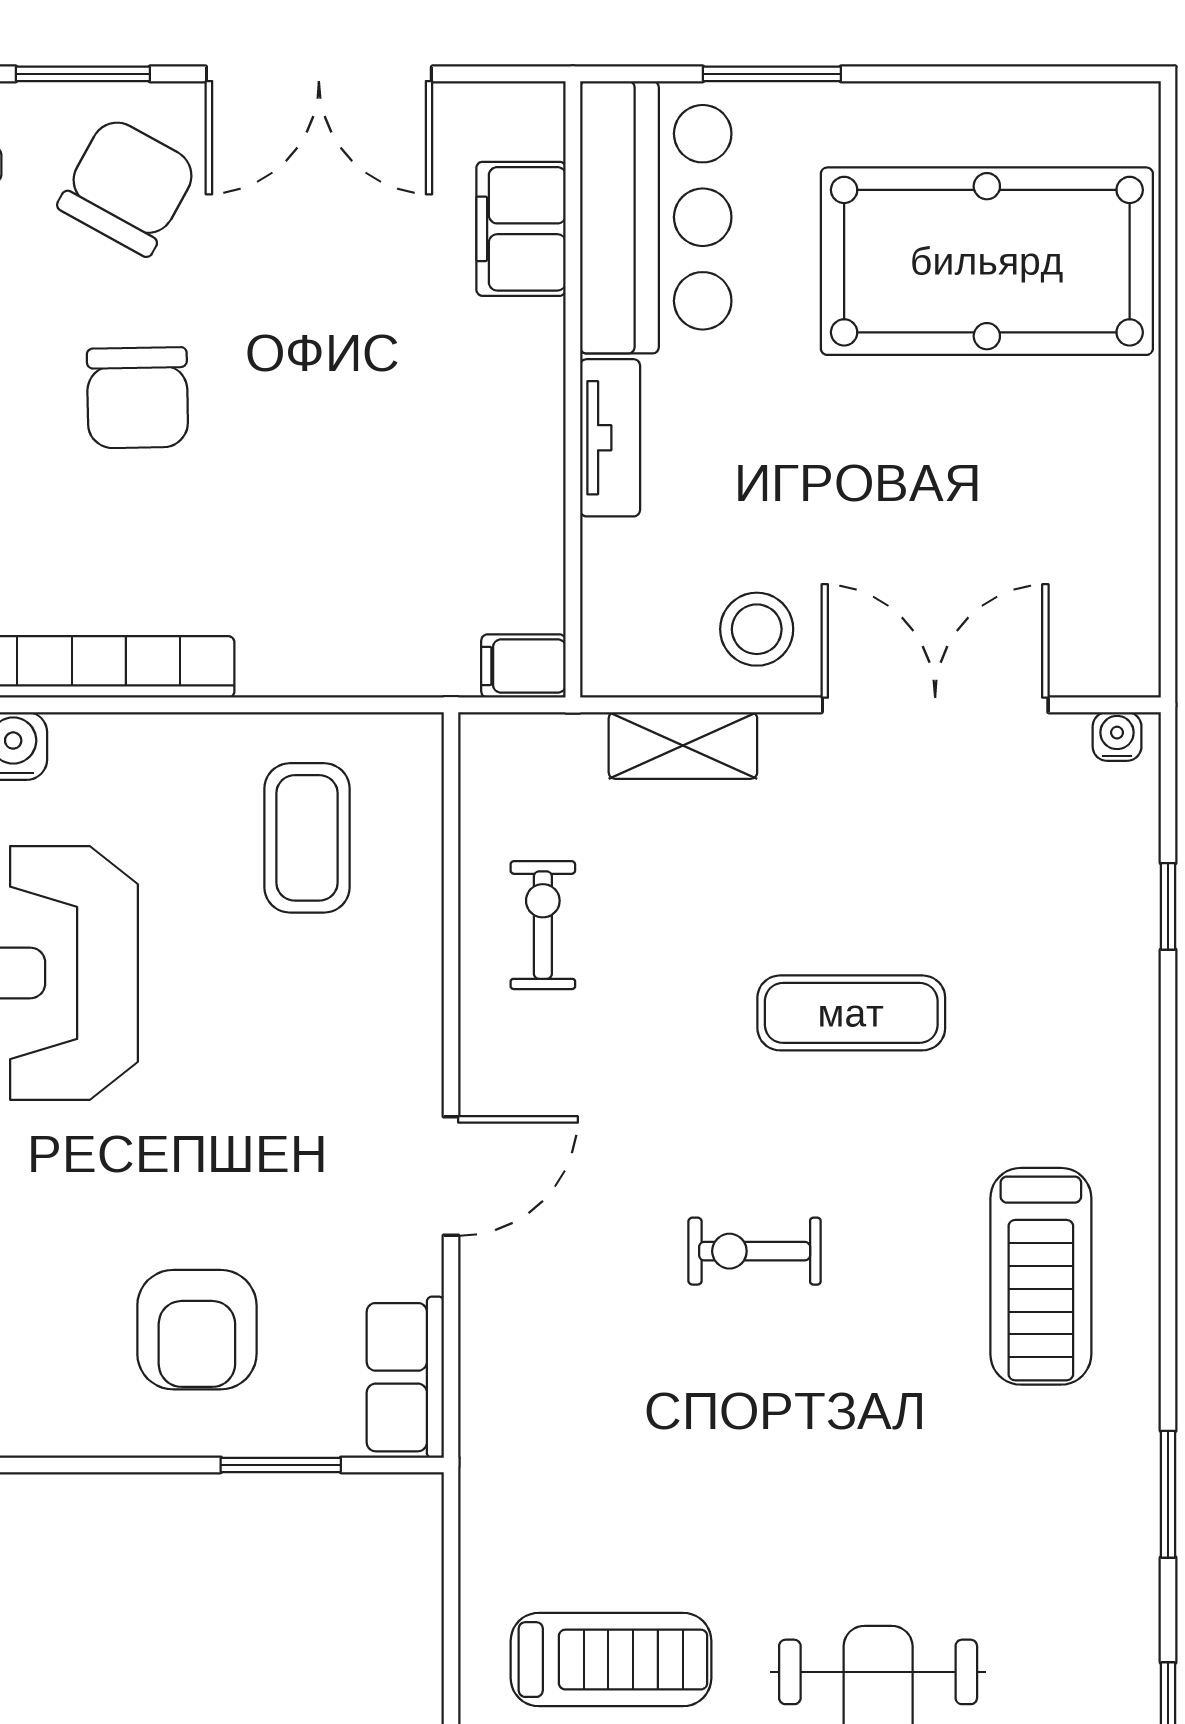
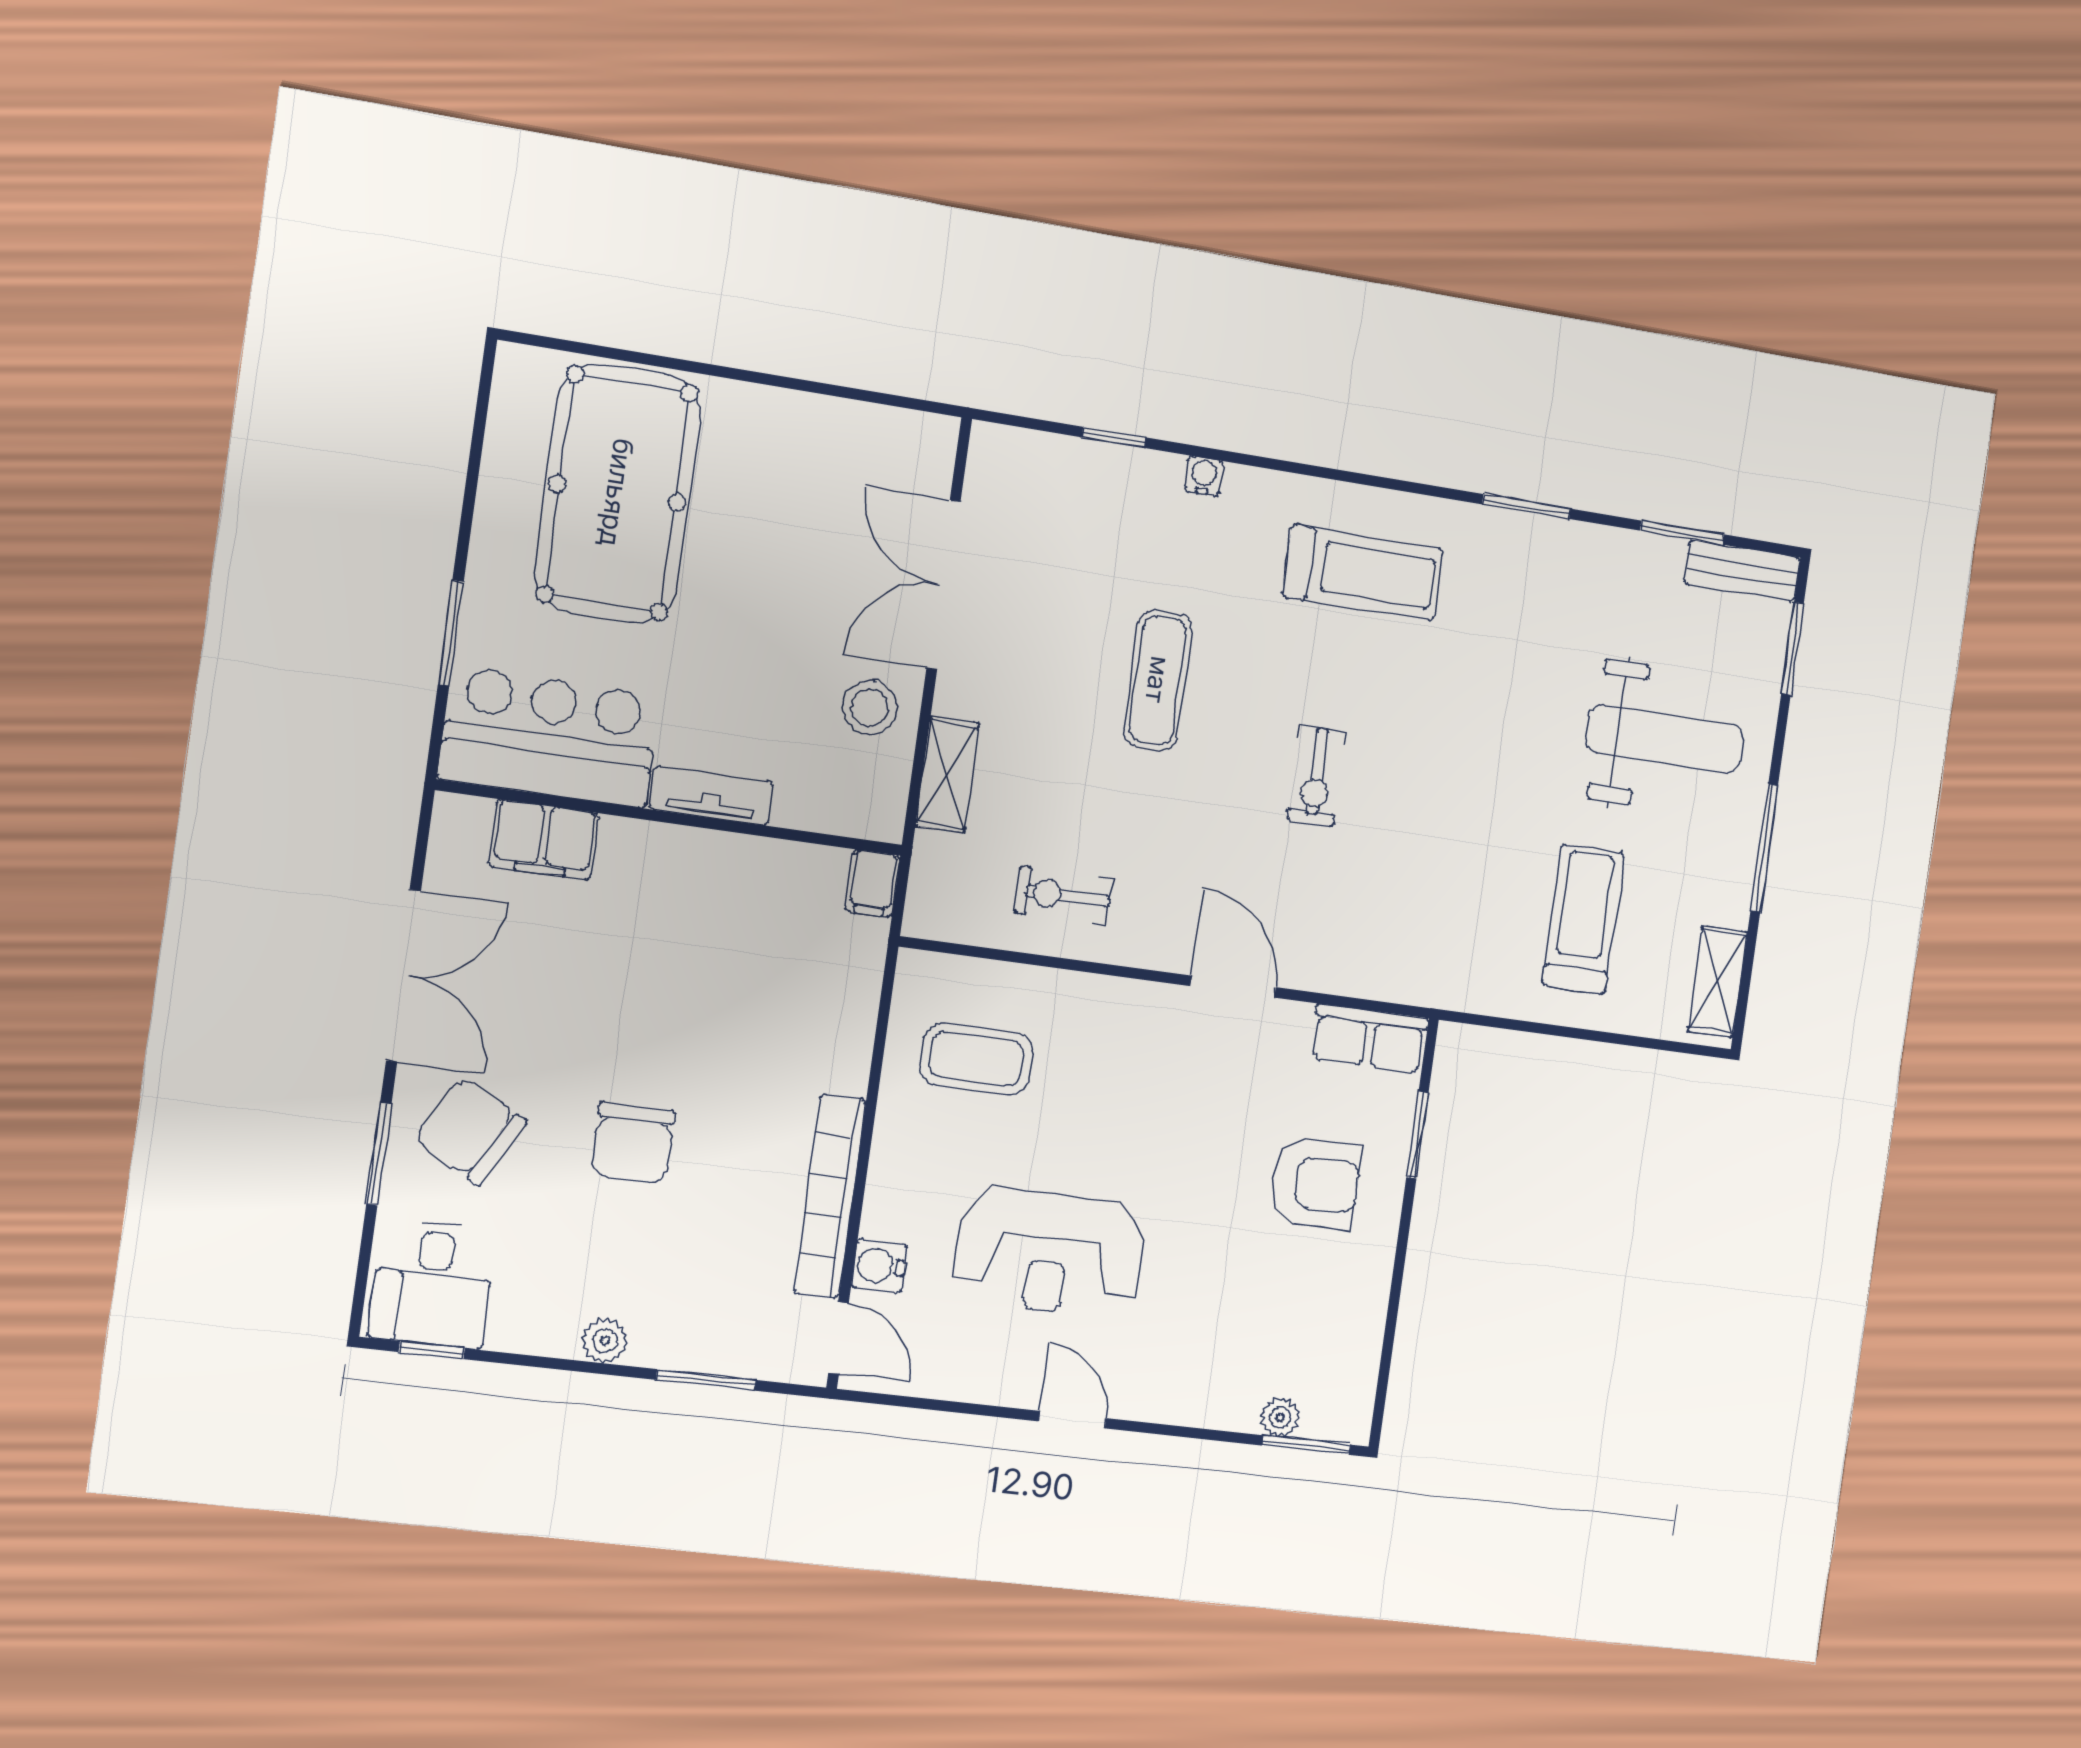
chair: (137, 398) -> (633, 1143), turned 91
water cooler: (1117, 736) -> (1204, 476), moved, turned 90

